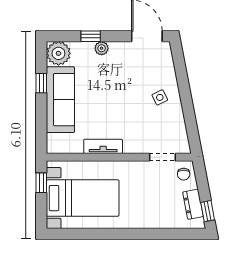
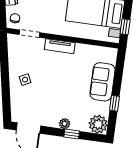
sofa: (60, 100) -> (103, 82), width x0.73
tv unit: (103, 146) -> (60, 46), moved

